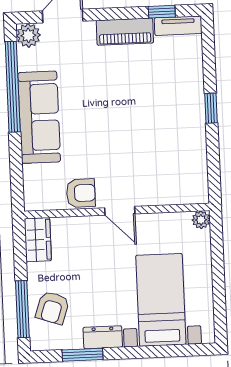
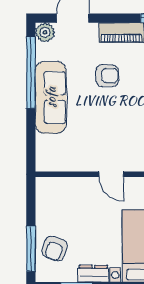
armchair: (81, 193) -> (107, 76), moved
wardrobe: (38, 240) -> (45, 194), removed

